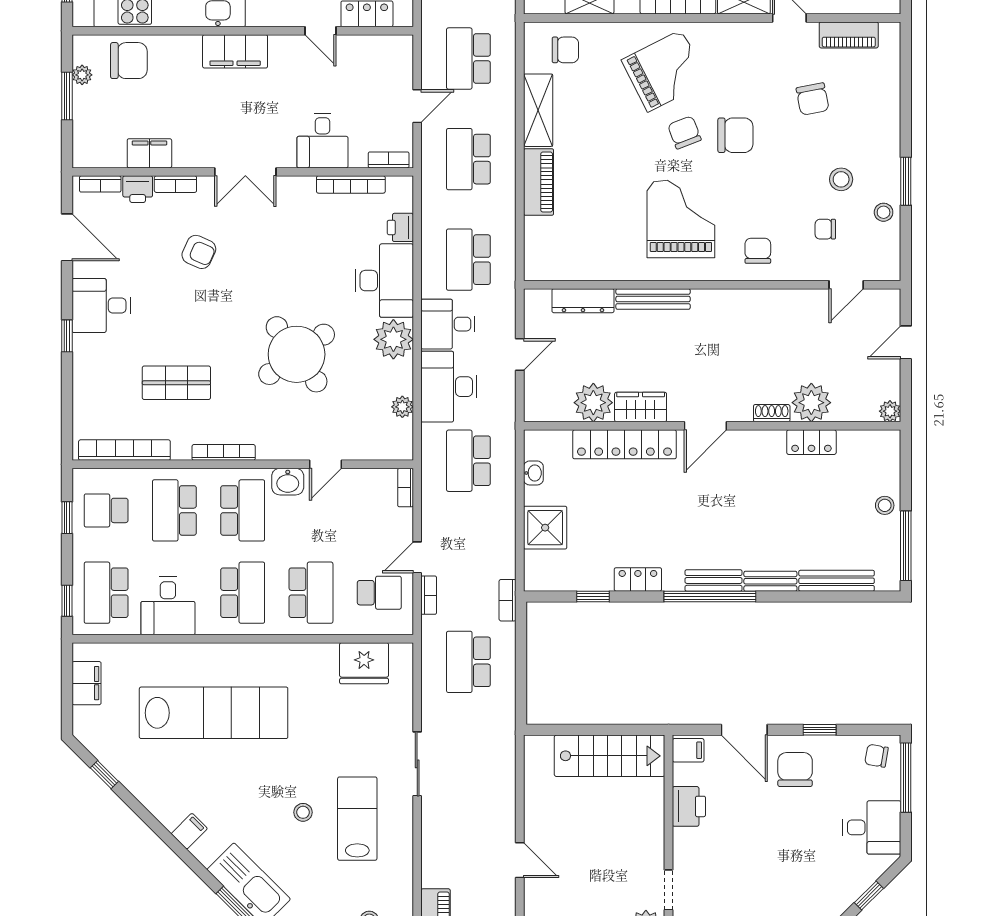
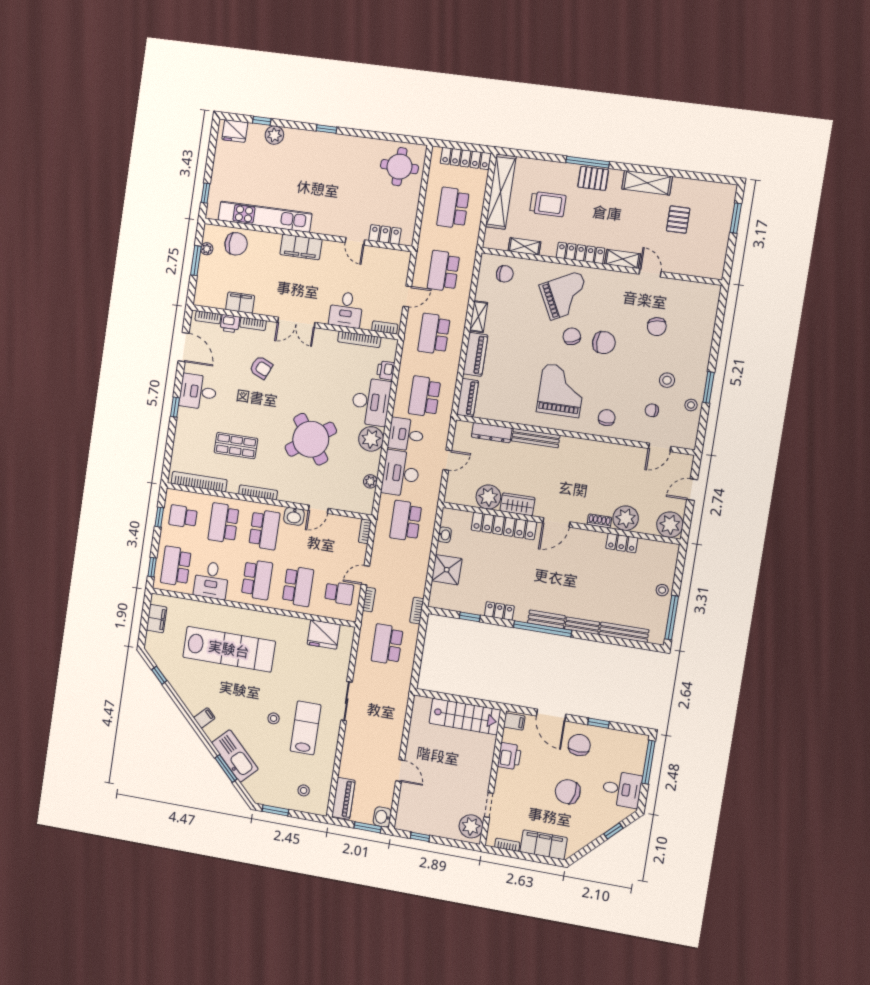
piano: (849, 35) -> (468, 398), moved, turned -90
shelving: (538, 110) -> (479, 317), width x0.67, depth x0.75
plant: (890, 411) -> (670, 525), width x1.88, depth x1.88
chair: (877, 756) -> (568, 792), moved, width x1.87, depth x1.87

